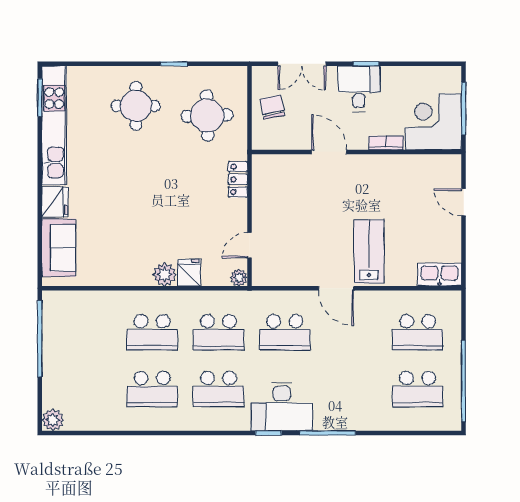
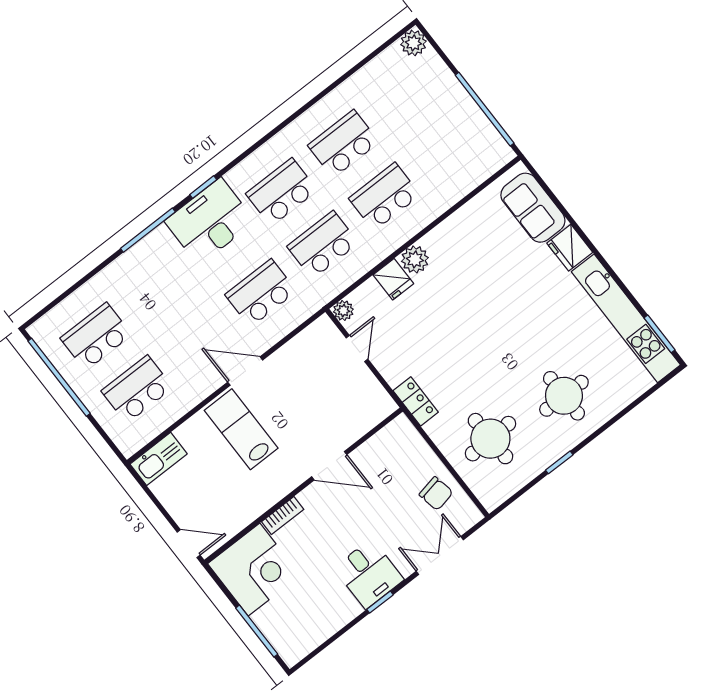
corner desk: (433, 122) -> (254, 570), moved
bookcase: (386, 143) -> (283, 516), moved
door: (329, 152) -> (329, 466), moved
wall: (357, 152) -> (304, 486), moved
lab bench: (369, 251) -> (241, 429), turned 180

